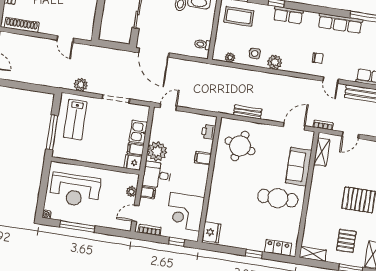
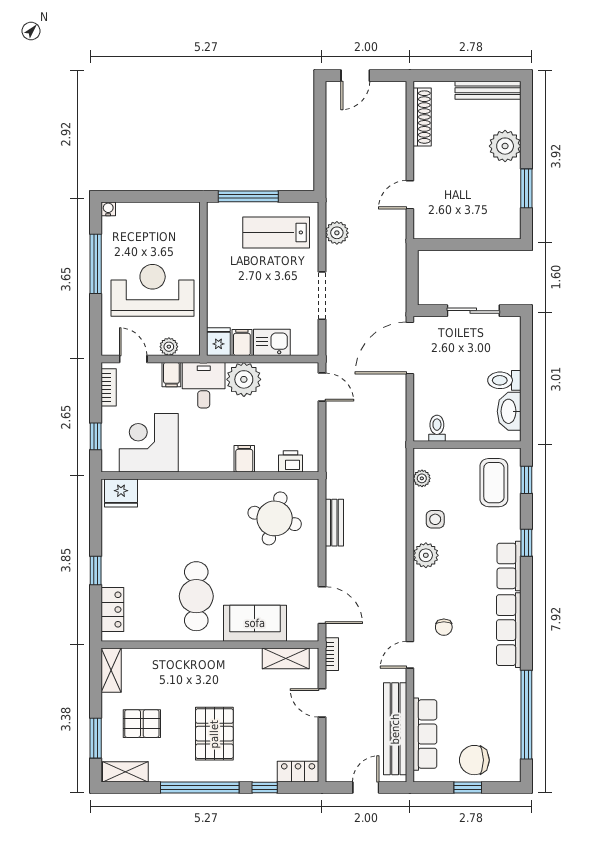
row of seats: (340, 23) -> (509, 630), moved
reception desk: (75, 190) -> (153, 290), moved, turned 90

